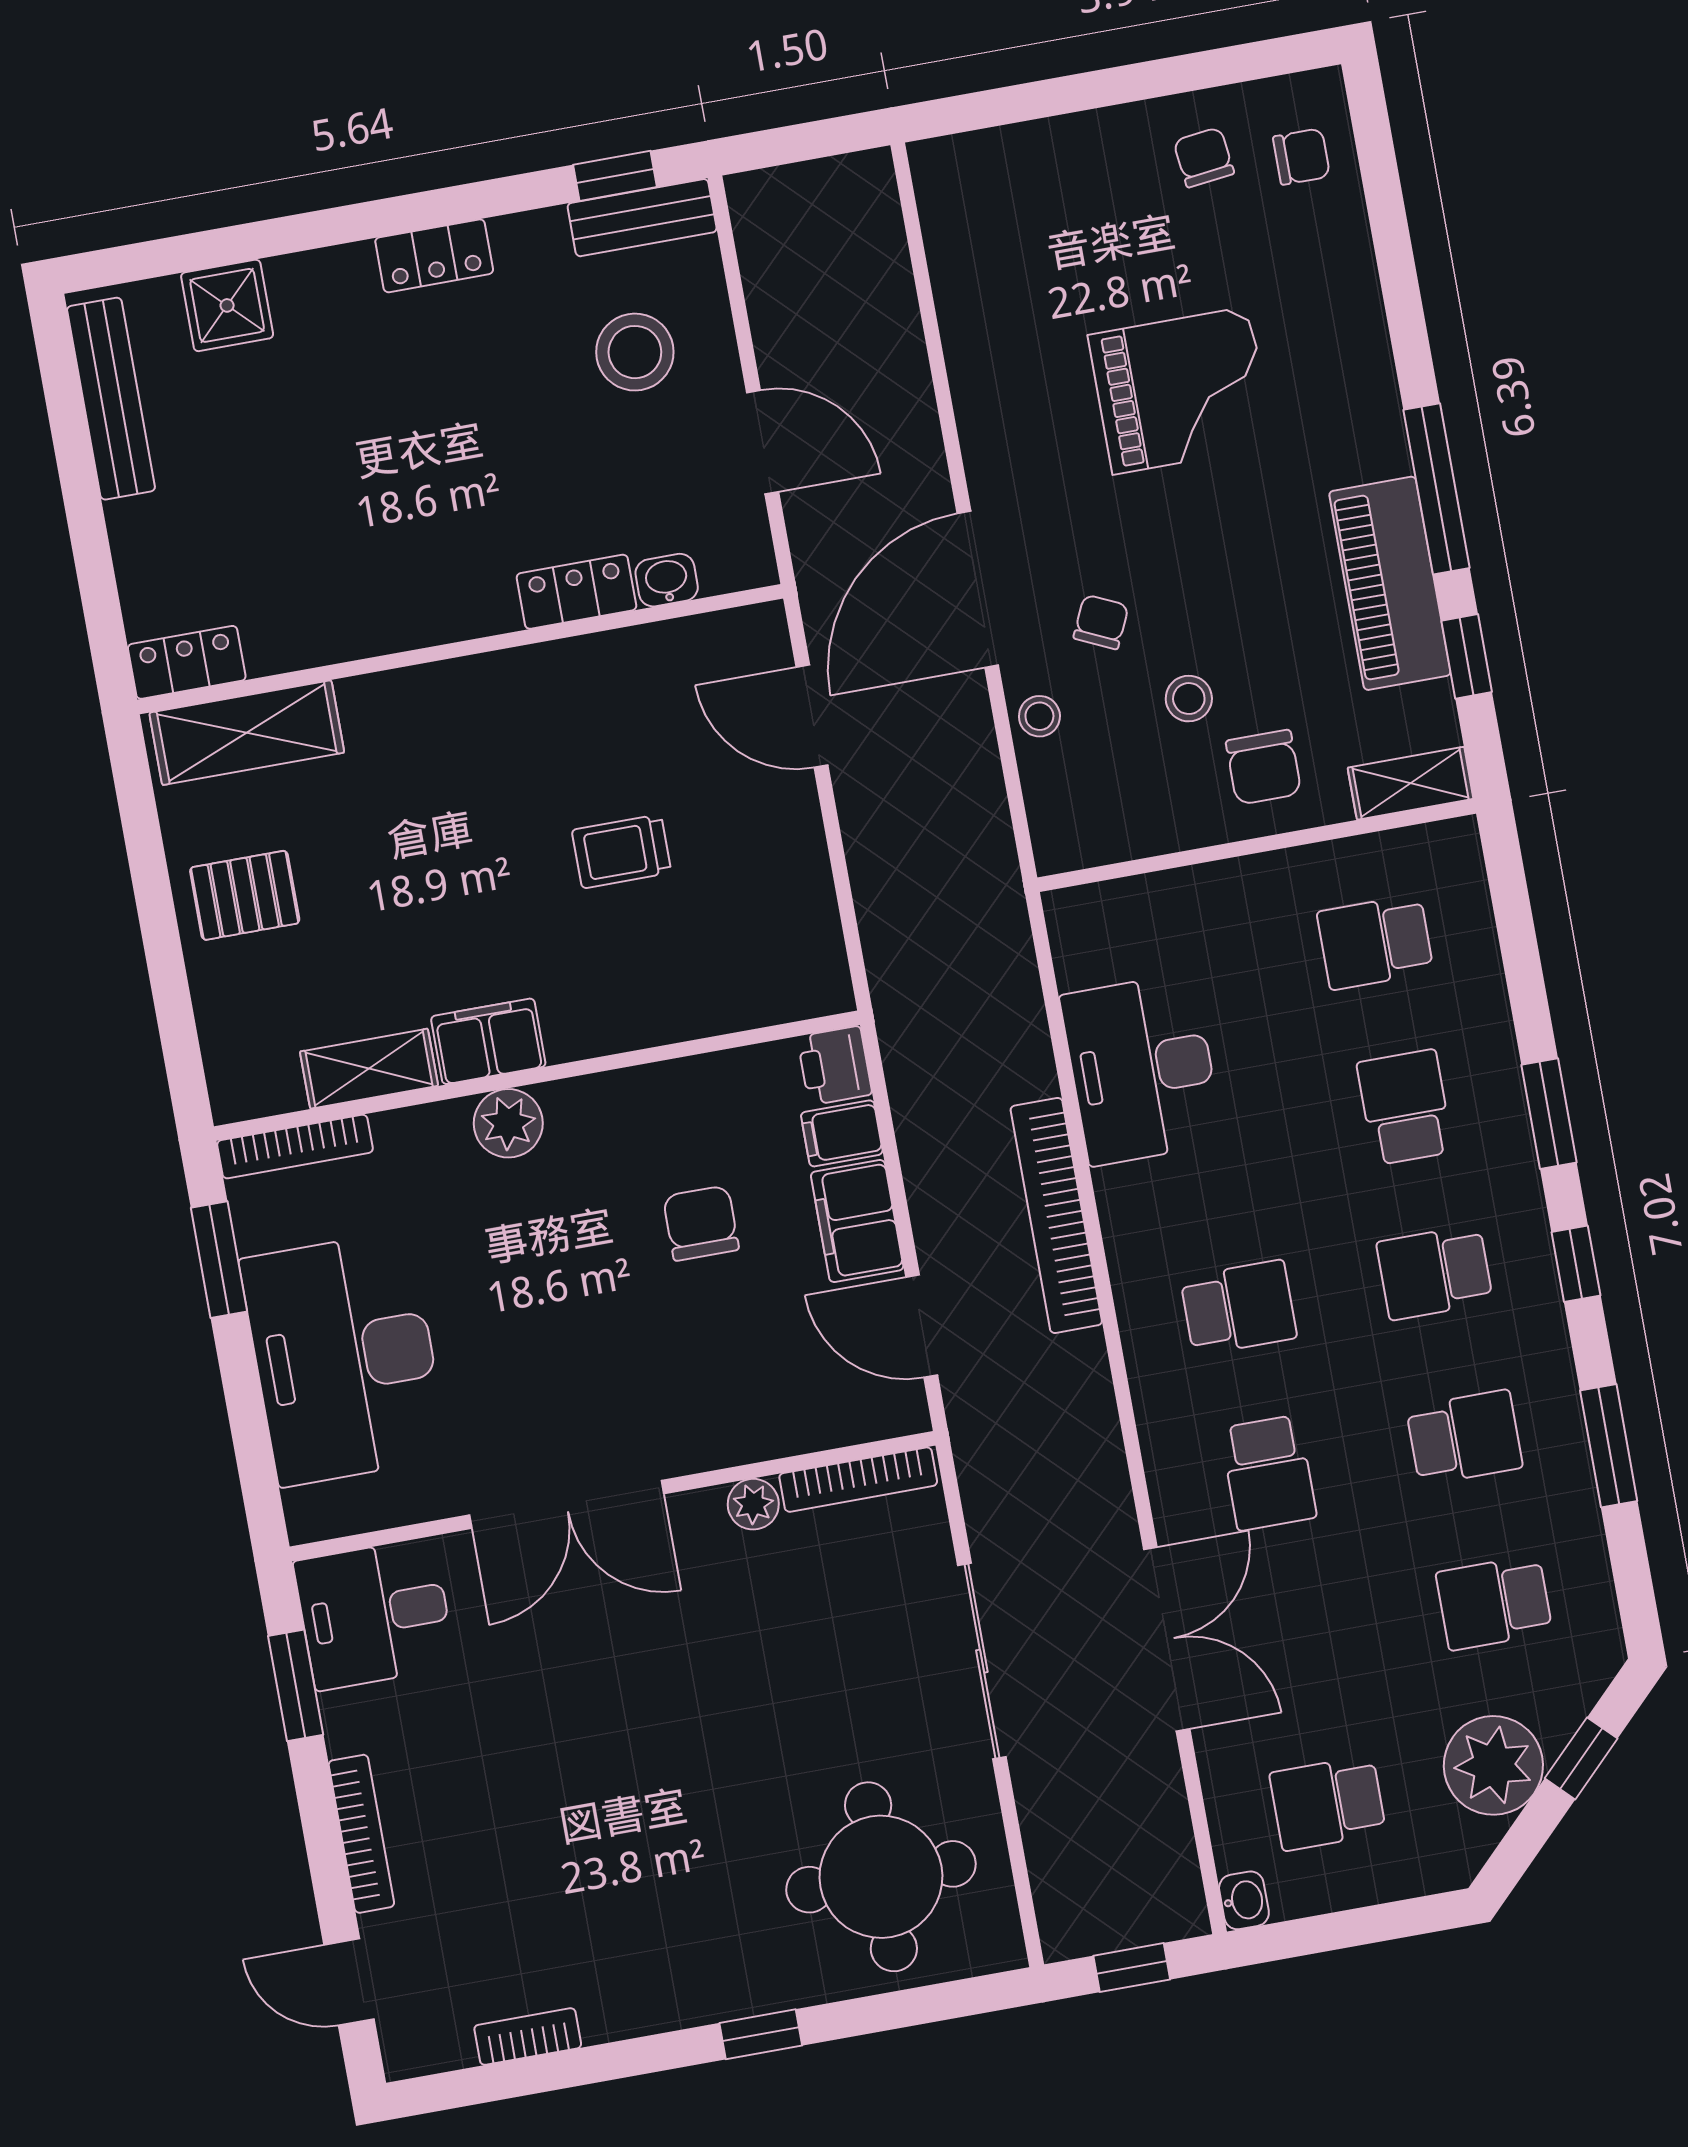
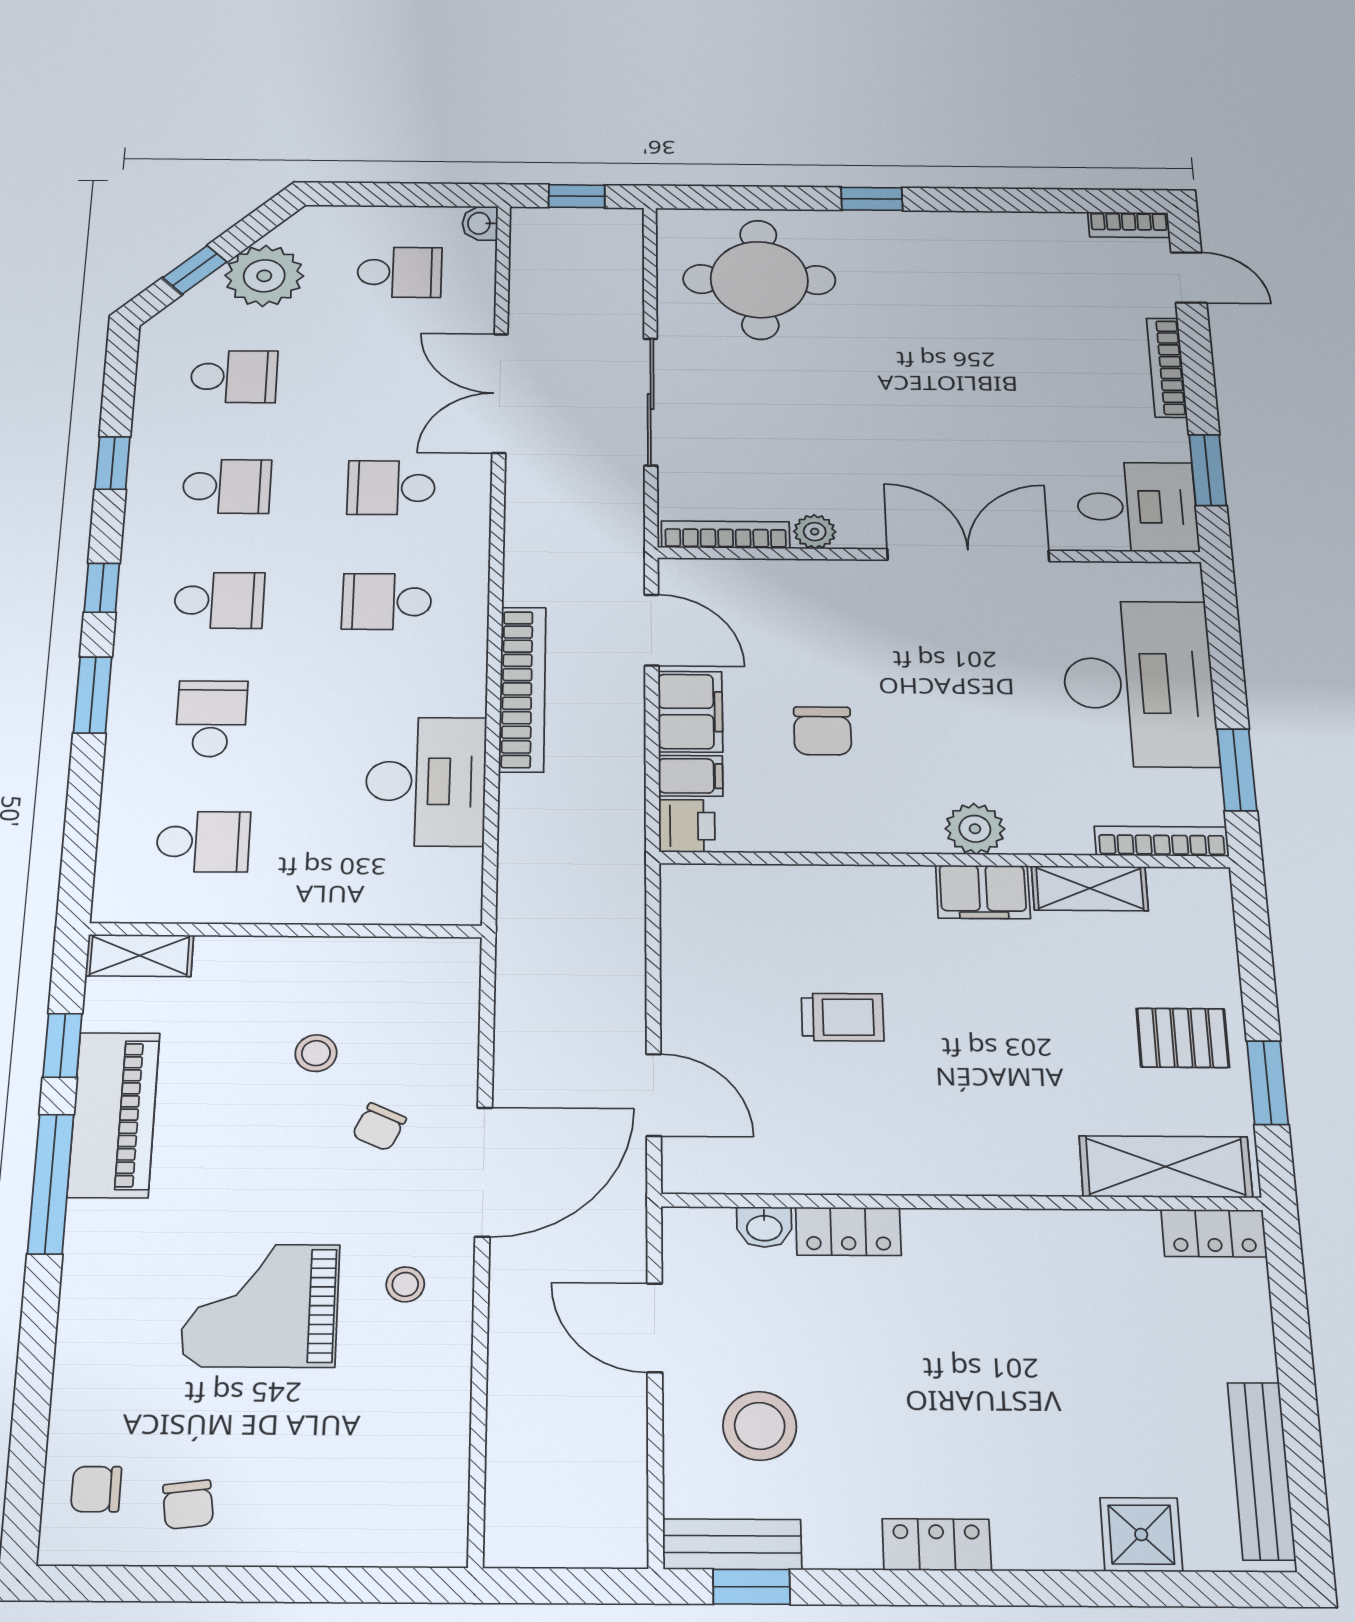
stool: (1039, 716) -> (405, 1284), moved
chair: (1264, 767) -> (264, 989), removed
window: (146, 857) -> (1267, 1083), added
school desk: (1405, 1107) -> (211, 719), turned 180
school desk: (1464, 1438) -> (227, 486), turned 180
window: (1609, 1446) -> (113, 463), width x0.67
school desk: (1268, 1473) -> (391, 488), turned -90
bookcase: (528, 2037) -> (1129, 225), moved

